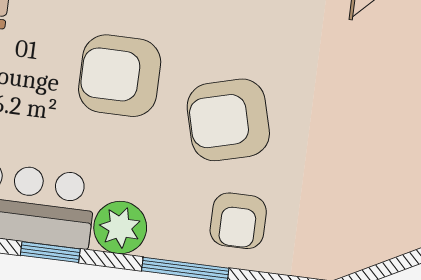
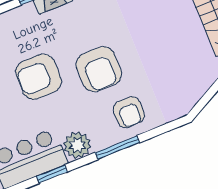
armchair: (228, 120) -> (99, 69), turned -75

